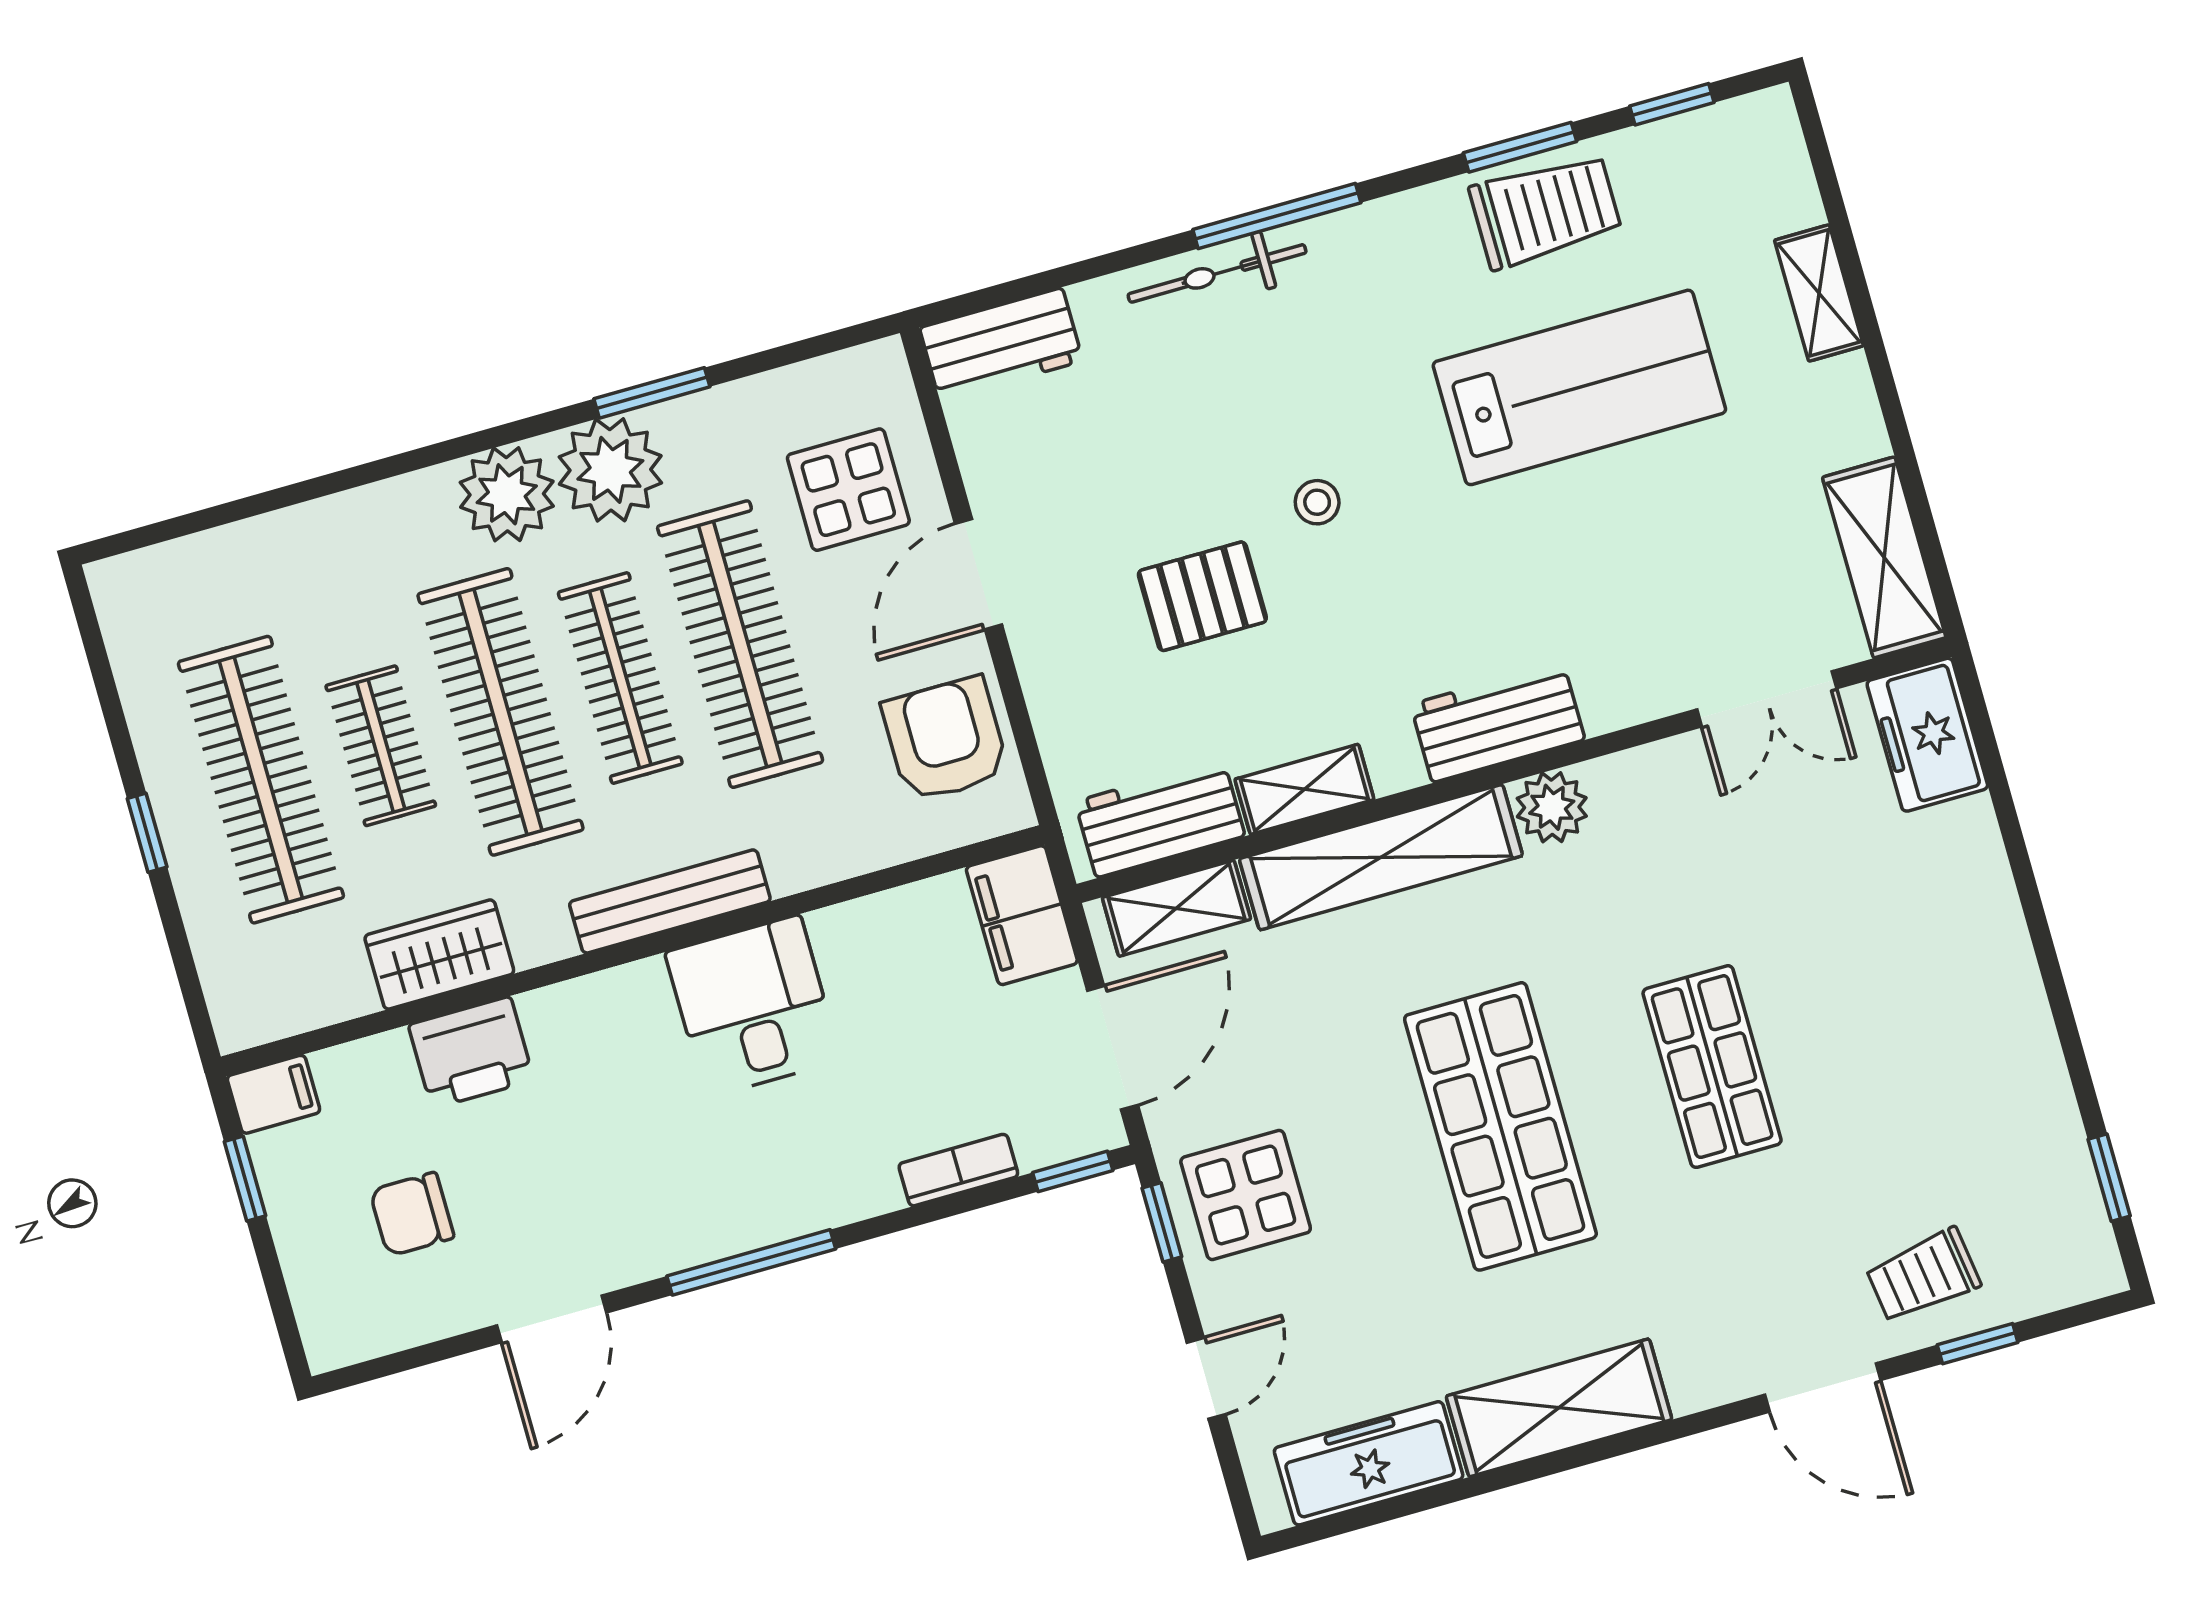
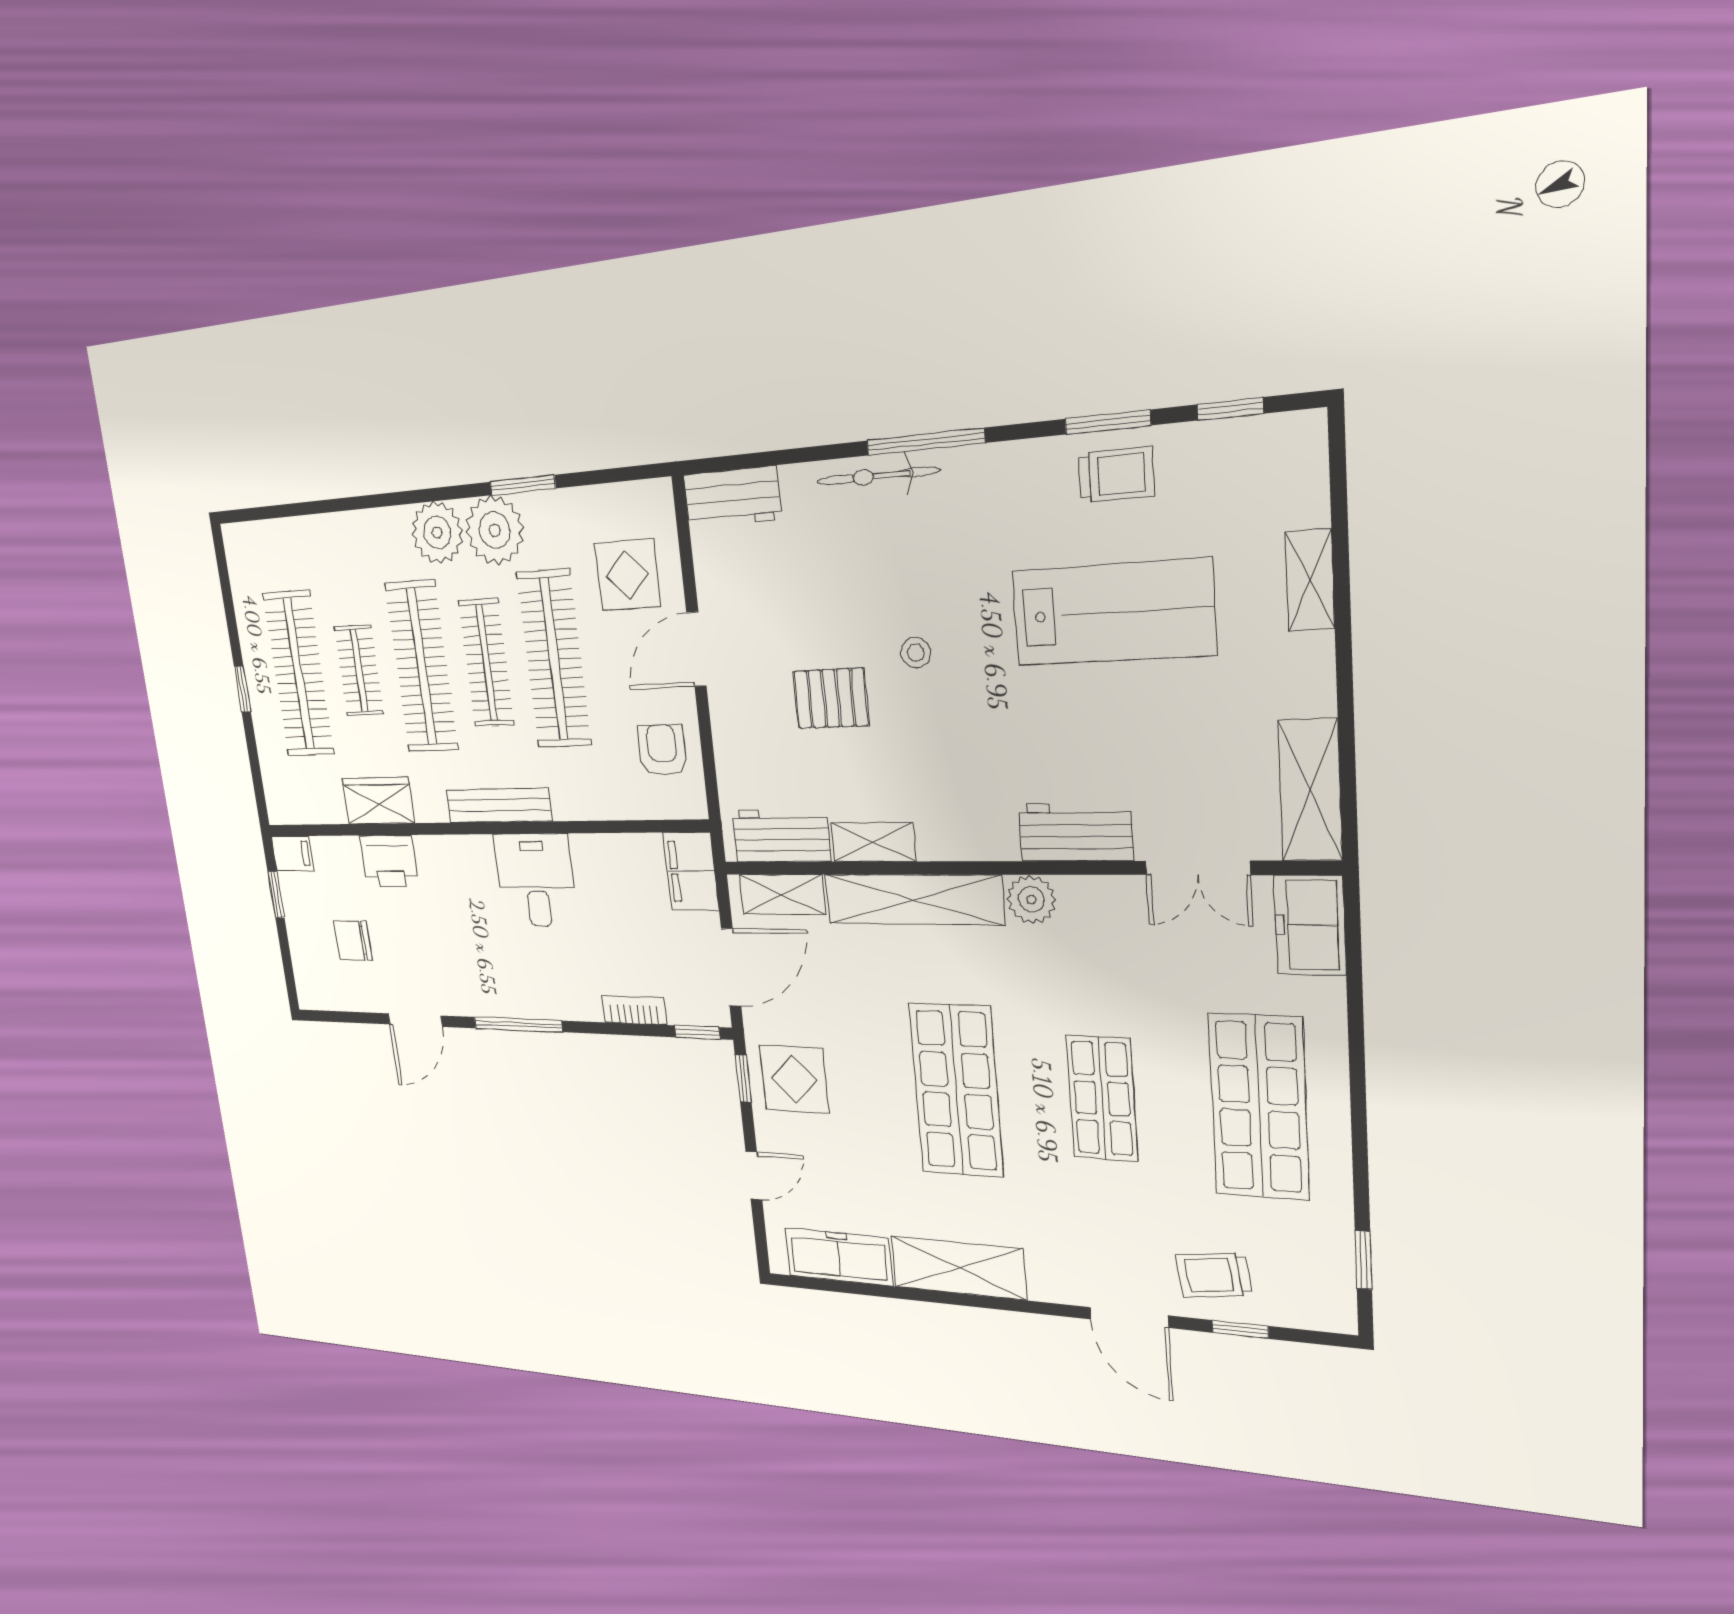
trolley: (1545, 211) -> (1116, 475), width x0.73, depth x0.72
workbench: (1498, 722) -> (1075, 832), moved
armchair: (945, 739) -> (662, 750), width x0.72, depth x0.72
shop shelf: (1924, 1007) -> (1259, 1107), added

